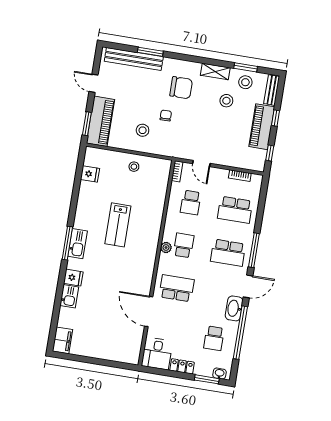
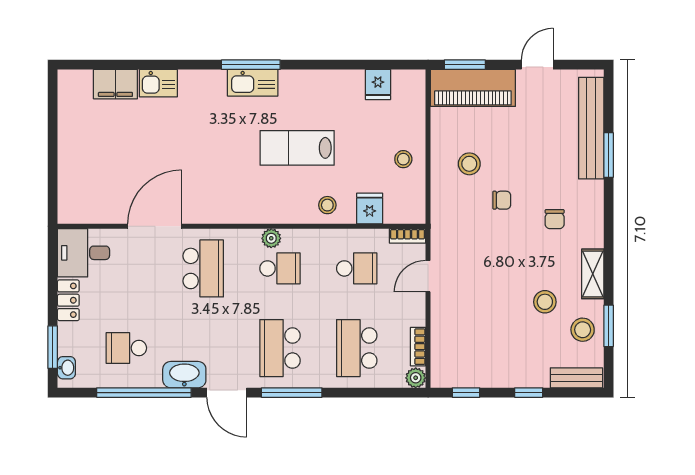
chair: (181, 88) -> (555, 219), width x0.54, depth x0.54
piano: (262, 127) -> (510, 371), removed
plant: (257, 180) -> (416, 378), added
school desk: (191, 203) -> (357, 268), turned 180
stool: (153, 213) -> (327, 205), added
fridge: (73, 278) -> (370, 208), moved, turned 180
filing cabinet: (63, 340) -> (115, 84), moved

